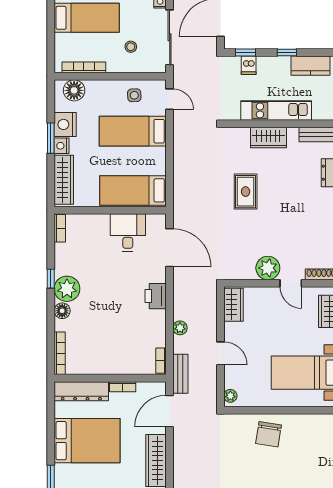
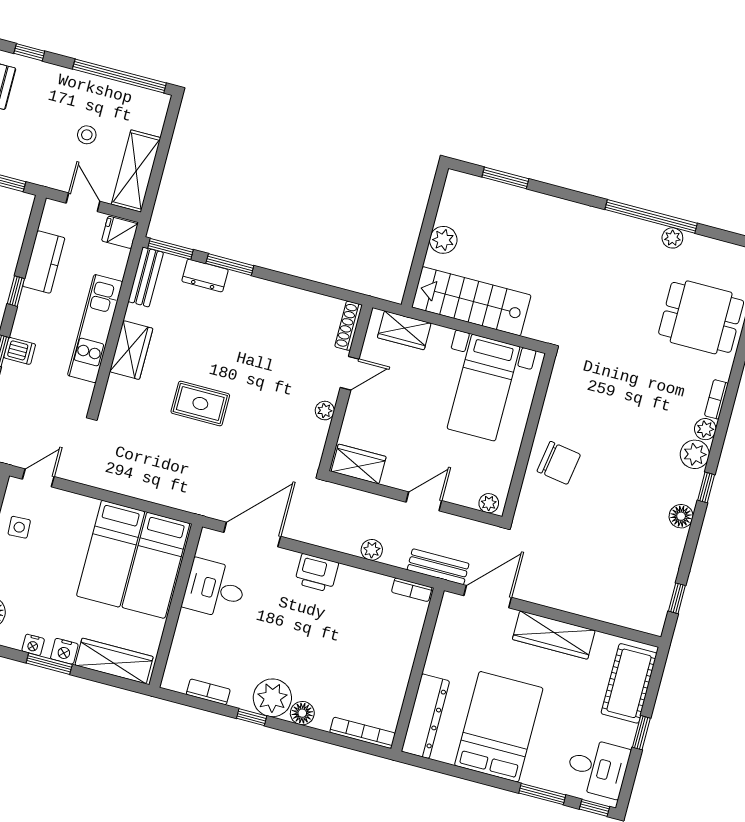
nightstand: (65, 124) -> (33, 645), width x0.53, depth x0.56
bed: (133, 131) -> (111, 554), moved
bookcase: (60, 228) -> (208, 692), moved
plant: (268, 268) -> (325, 411), width x0.53, depth x0.53
bookcase: (123, 387) -> (435, 655), removed
door: (170, 411) -> (488, 597), swing flipped

